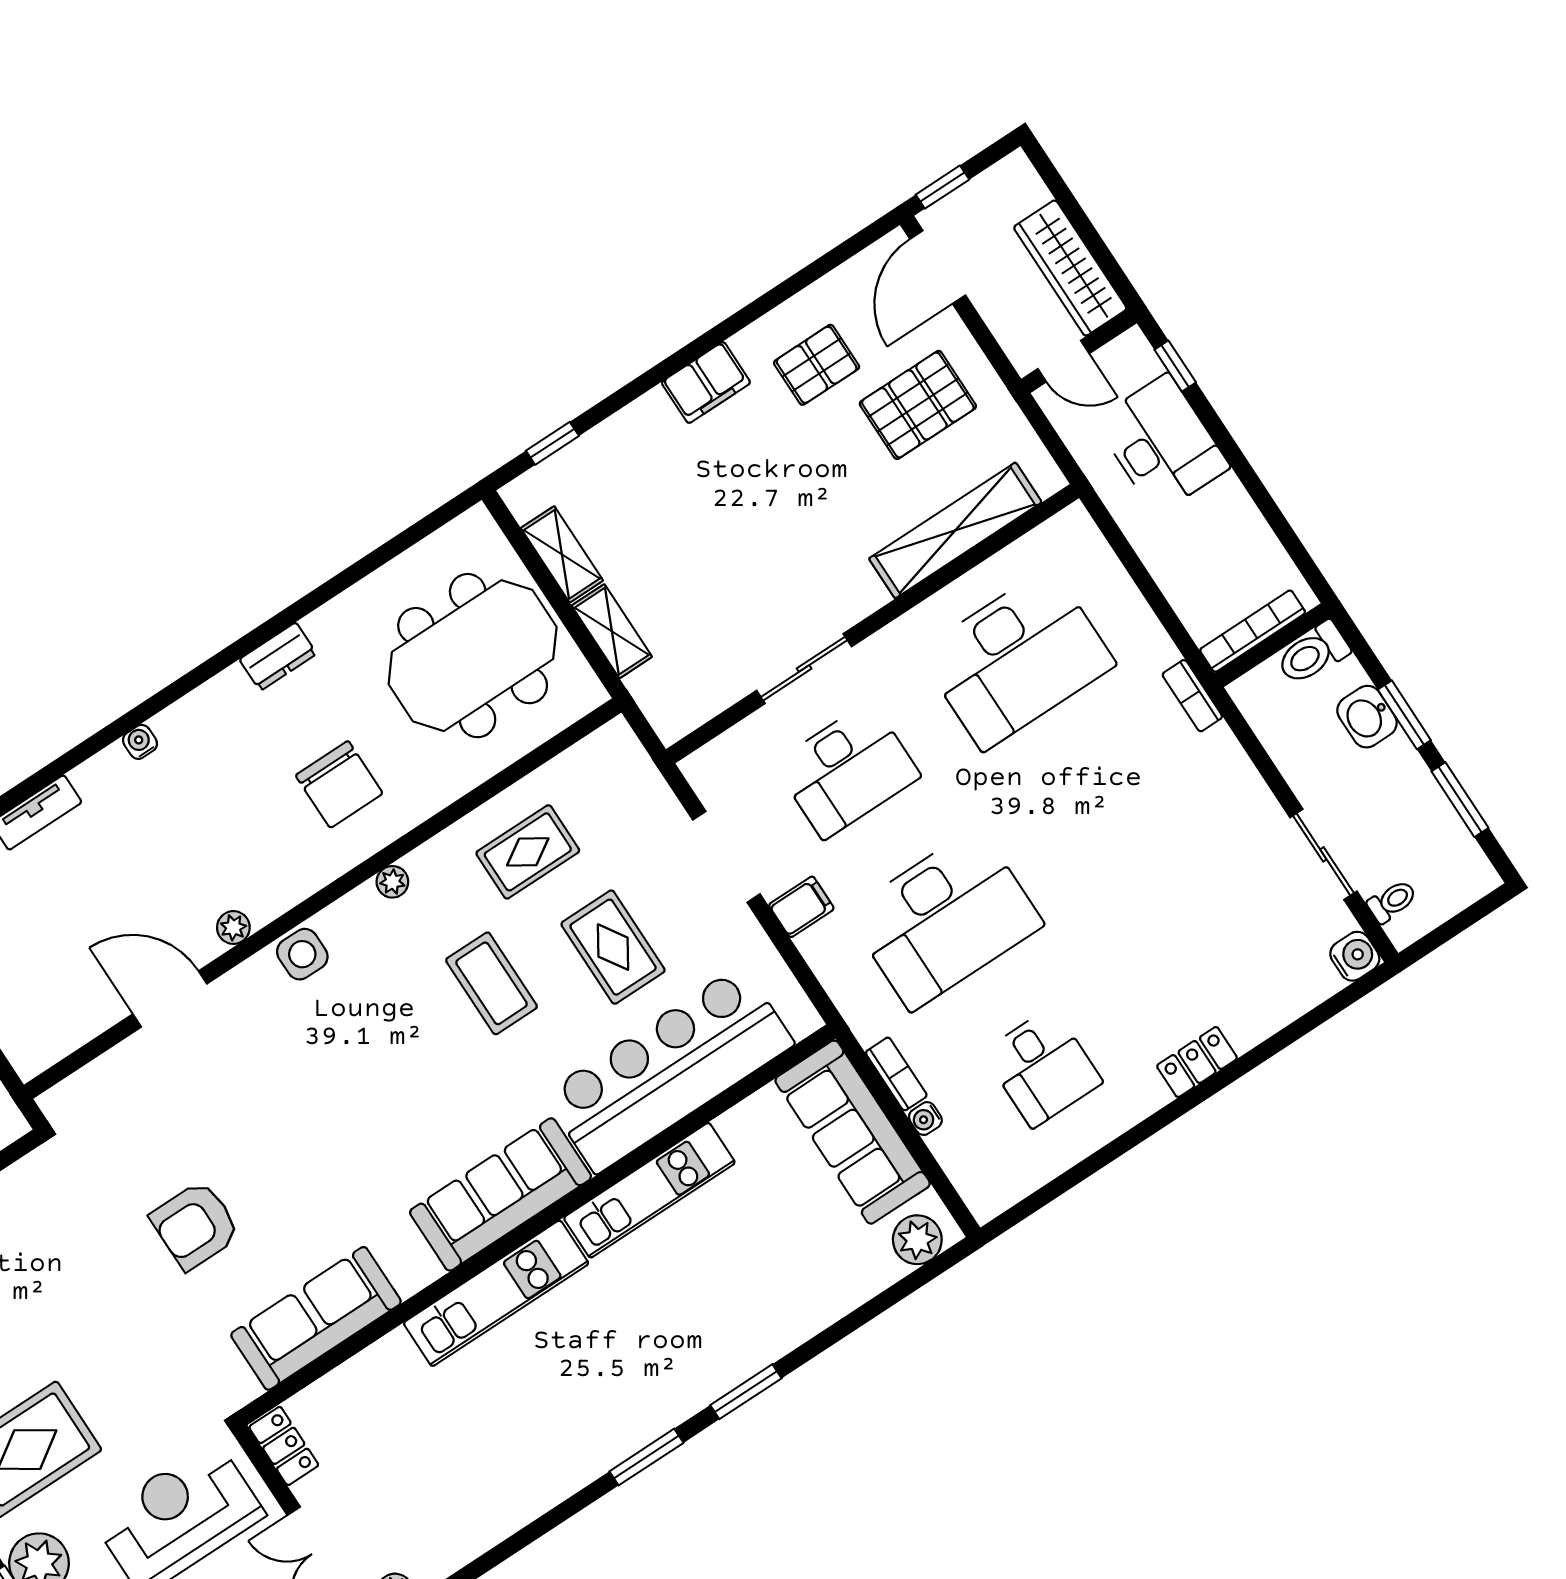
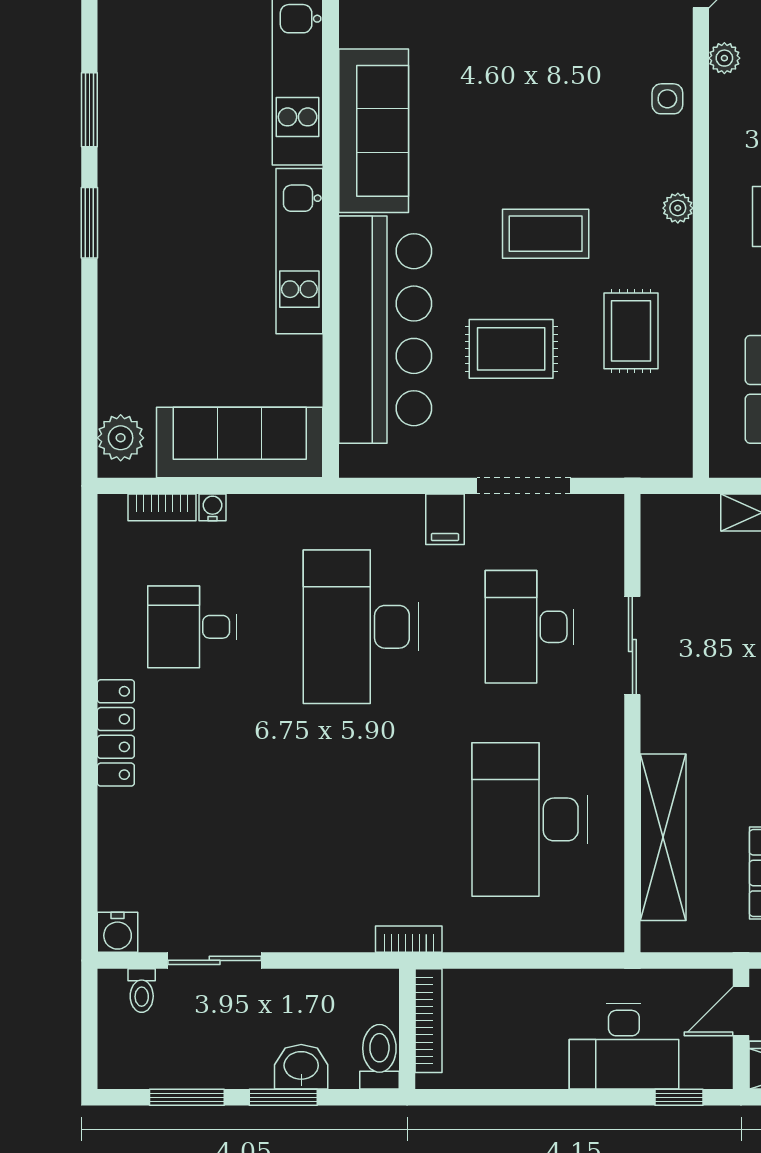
side table: (302, 954) -> (667, 99), width x0.73, depth x0.73
locker: (1197, 1062) -> (116, 733), width x1.53
bookcase: (896, 1074) -> (162, 507), moved

